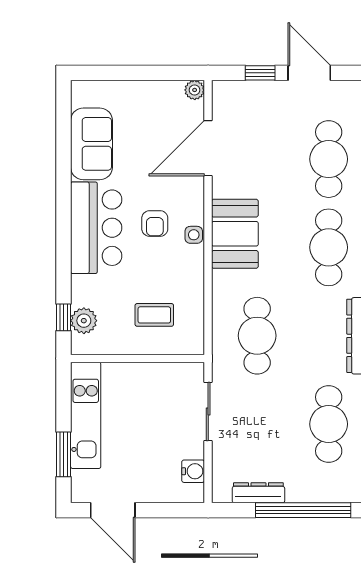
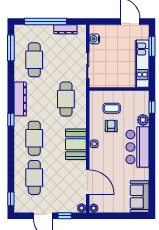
plant: (222, 90) -> (82, 208), added
sofa: (91, 144) -> (140, 197), moved
door: (208, 148) -> (88, 182), hinge flipped
armchair: (155, 224) -> (111, 126), moved
plant: (84, 321) -> (143, 120), moved

